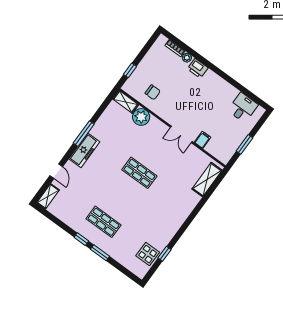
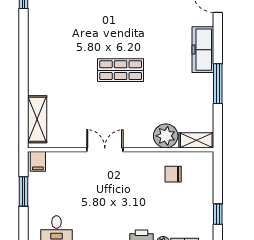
window: (130, 70) -> (218, 214), moved
window: (84, 134) -> (218, 84), moved
filing cabinet: (203, 140) -> (38, 161), moved

